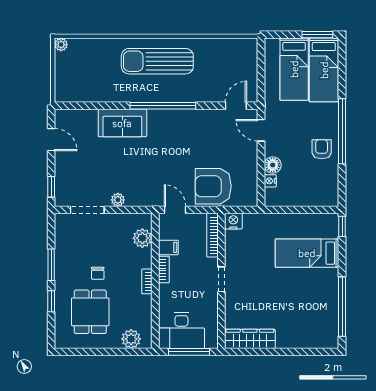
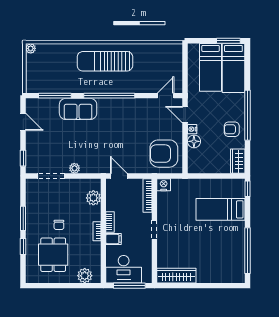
window: (92, 106) -> (55, 96), added
armchair: (322, 149) -> (232, 129), turned -90
nightstand: (270, 181) -> (192, 129), moved
armchair: (213, 186) -> (164, 154), moved
wardrobe: (329, 191) -> (238, 161), added
filing cabinet: (168, 247) -> (113, 239), moved

